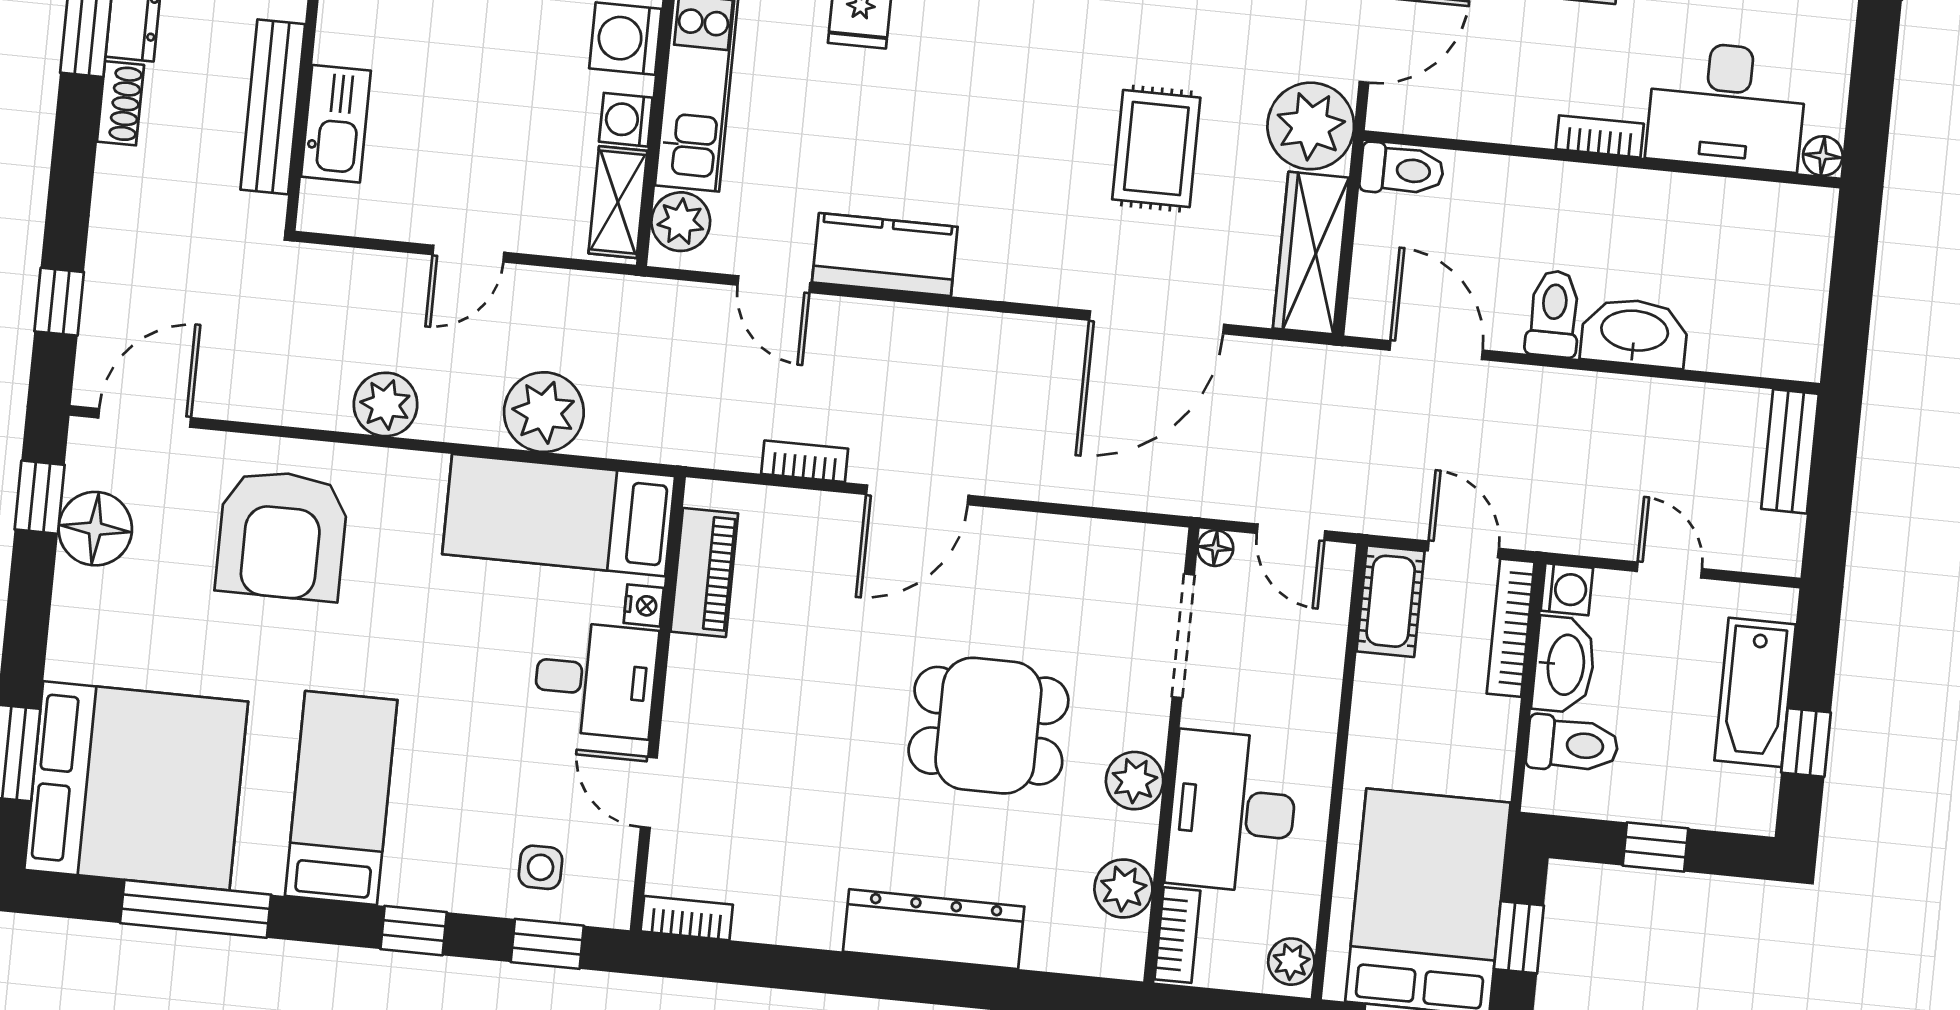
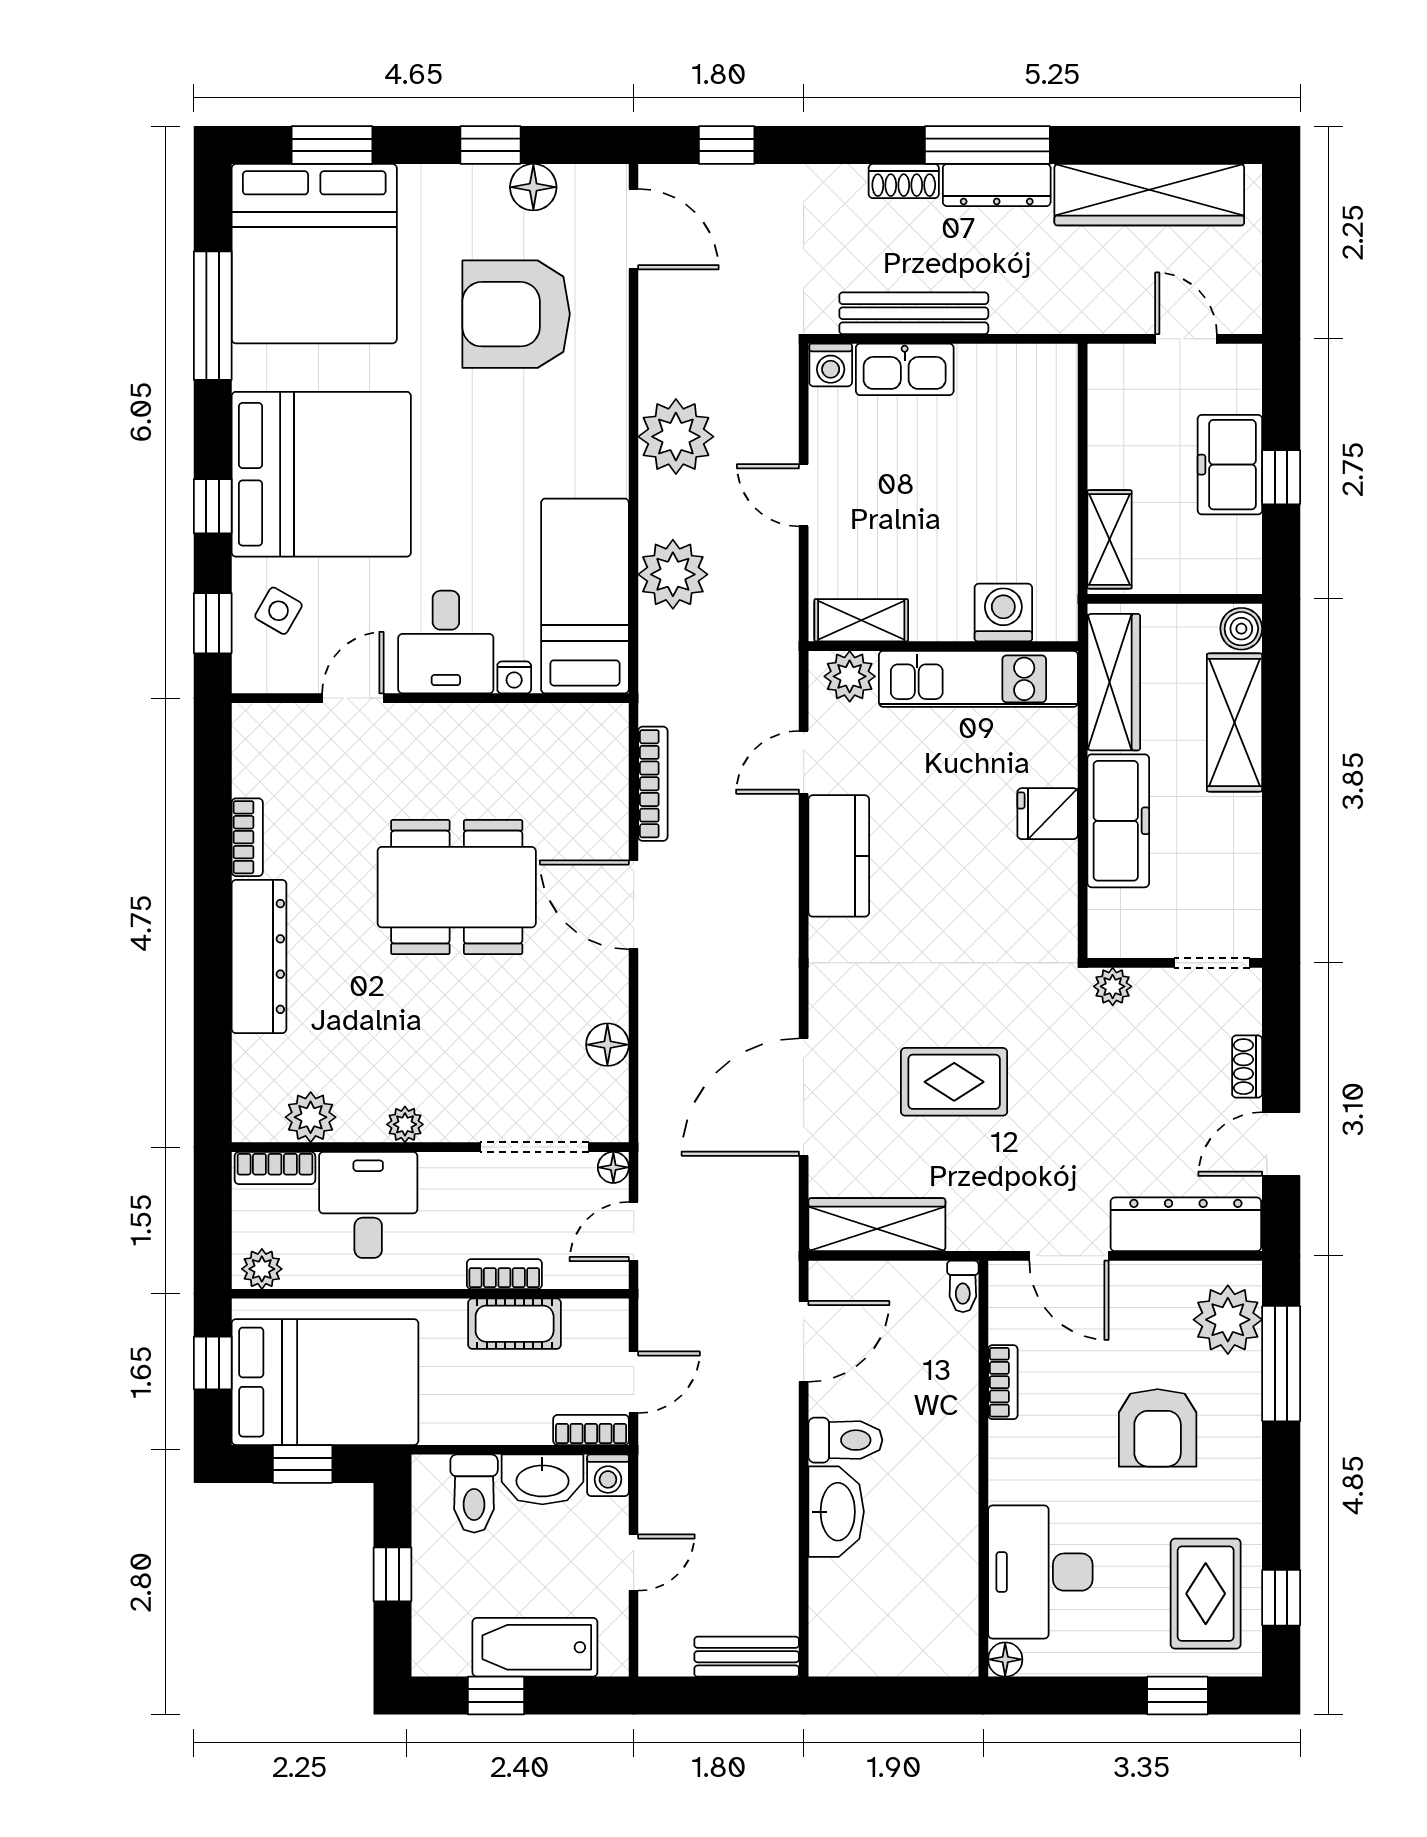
washing machine: (626, 120) -> (831, 365), moved, turned 180
plant: (1311, 126) -> (987, 1214), removed
bookcase: (1600, 136) -> (1003, 1382), moved
toilet: (1402, 170) -> (963, 1286), width x0.73, depth x0.72
door: (1157, 322) -> (804, 1097), hinge flipped
plant: (385, 404) -> (676, 437), width x1.36, depth x1.36
bookcase: (805, 461) -> (653, 784), width x1.56
window: (40, 497) -> (490, 145), moved
floor lamp: (95, 529) -> (533, 187), width x0.73, depth x0.73
armchair: (282, 535) -> (516, 314), moved
floor lamp: (1074, 541) -> (607, 1045), added
piano: (704, 572) -> (548, 727), removed
cot: (1391, 601) -> (515, 1324), moved
bookcase: (1511, 628) -> (591, 1430), width x0.64
bookcase: (1325, 685) -> (504, 1274), added
dining table: (988, 726) -> (457, 887), moved, width x1.37
plant: (1135, 781) -> (405, 1124), width x0.73, depth x0.73
bed: (341, 798) -> (321, 474), width x2.04
desk: (1232, 812) -> (368, 1205), width x0.73
side table: (541, 867) -> (279, 611), turned 30
bookcase: (687, 918) -> (247, 837), moved

